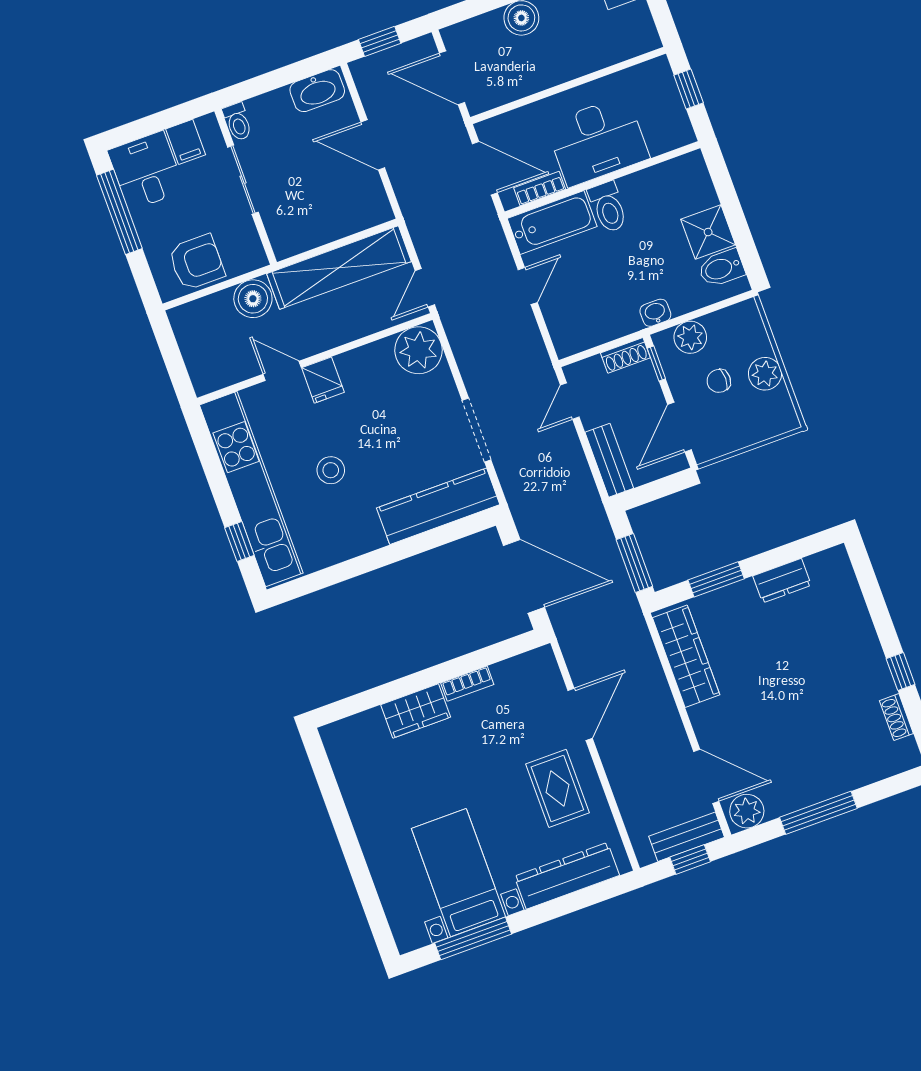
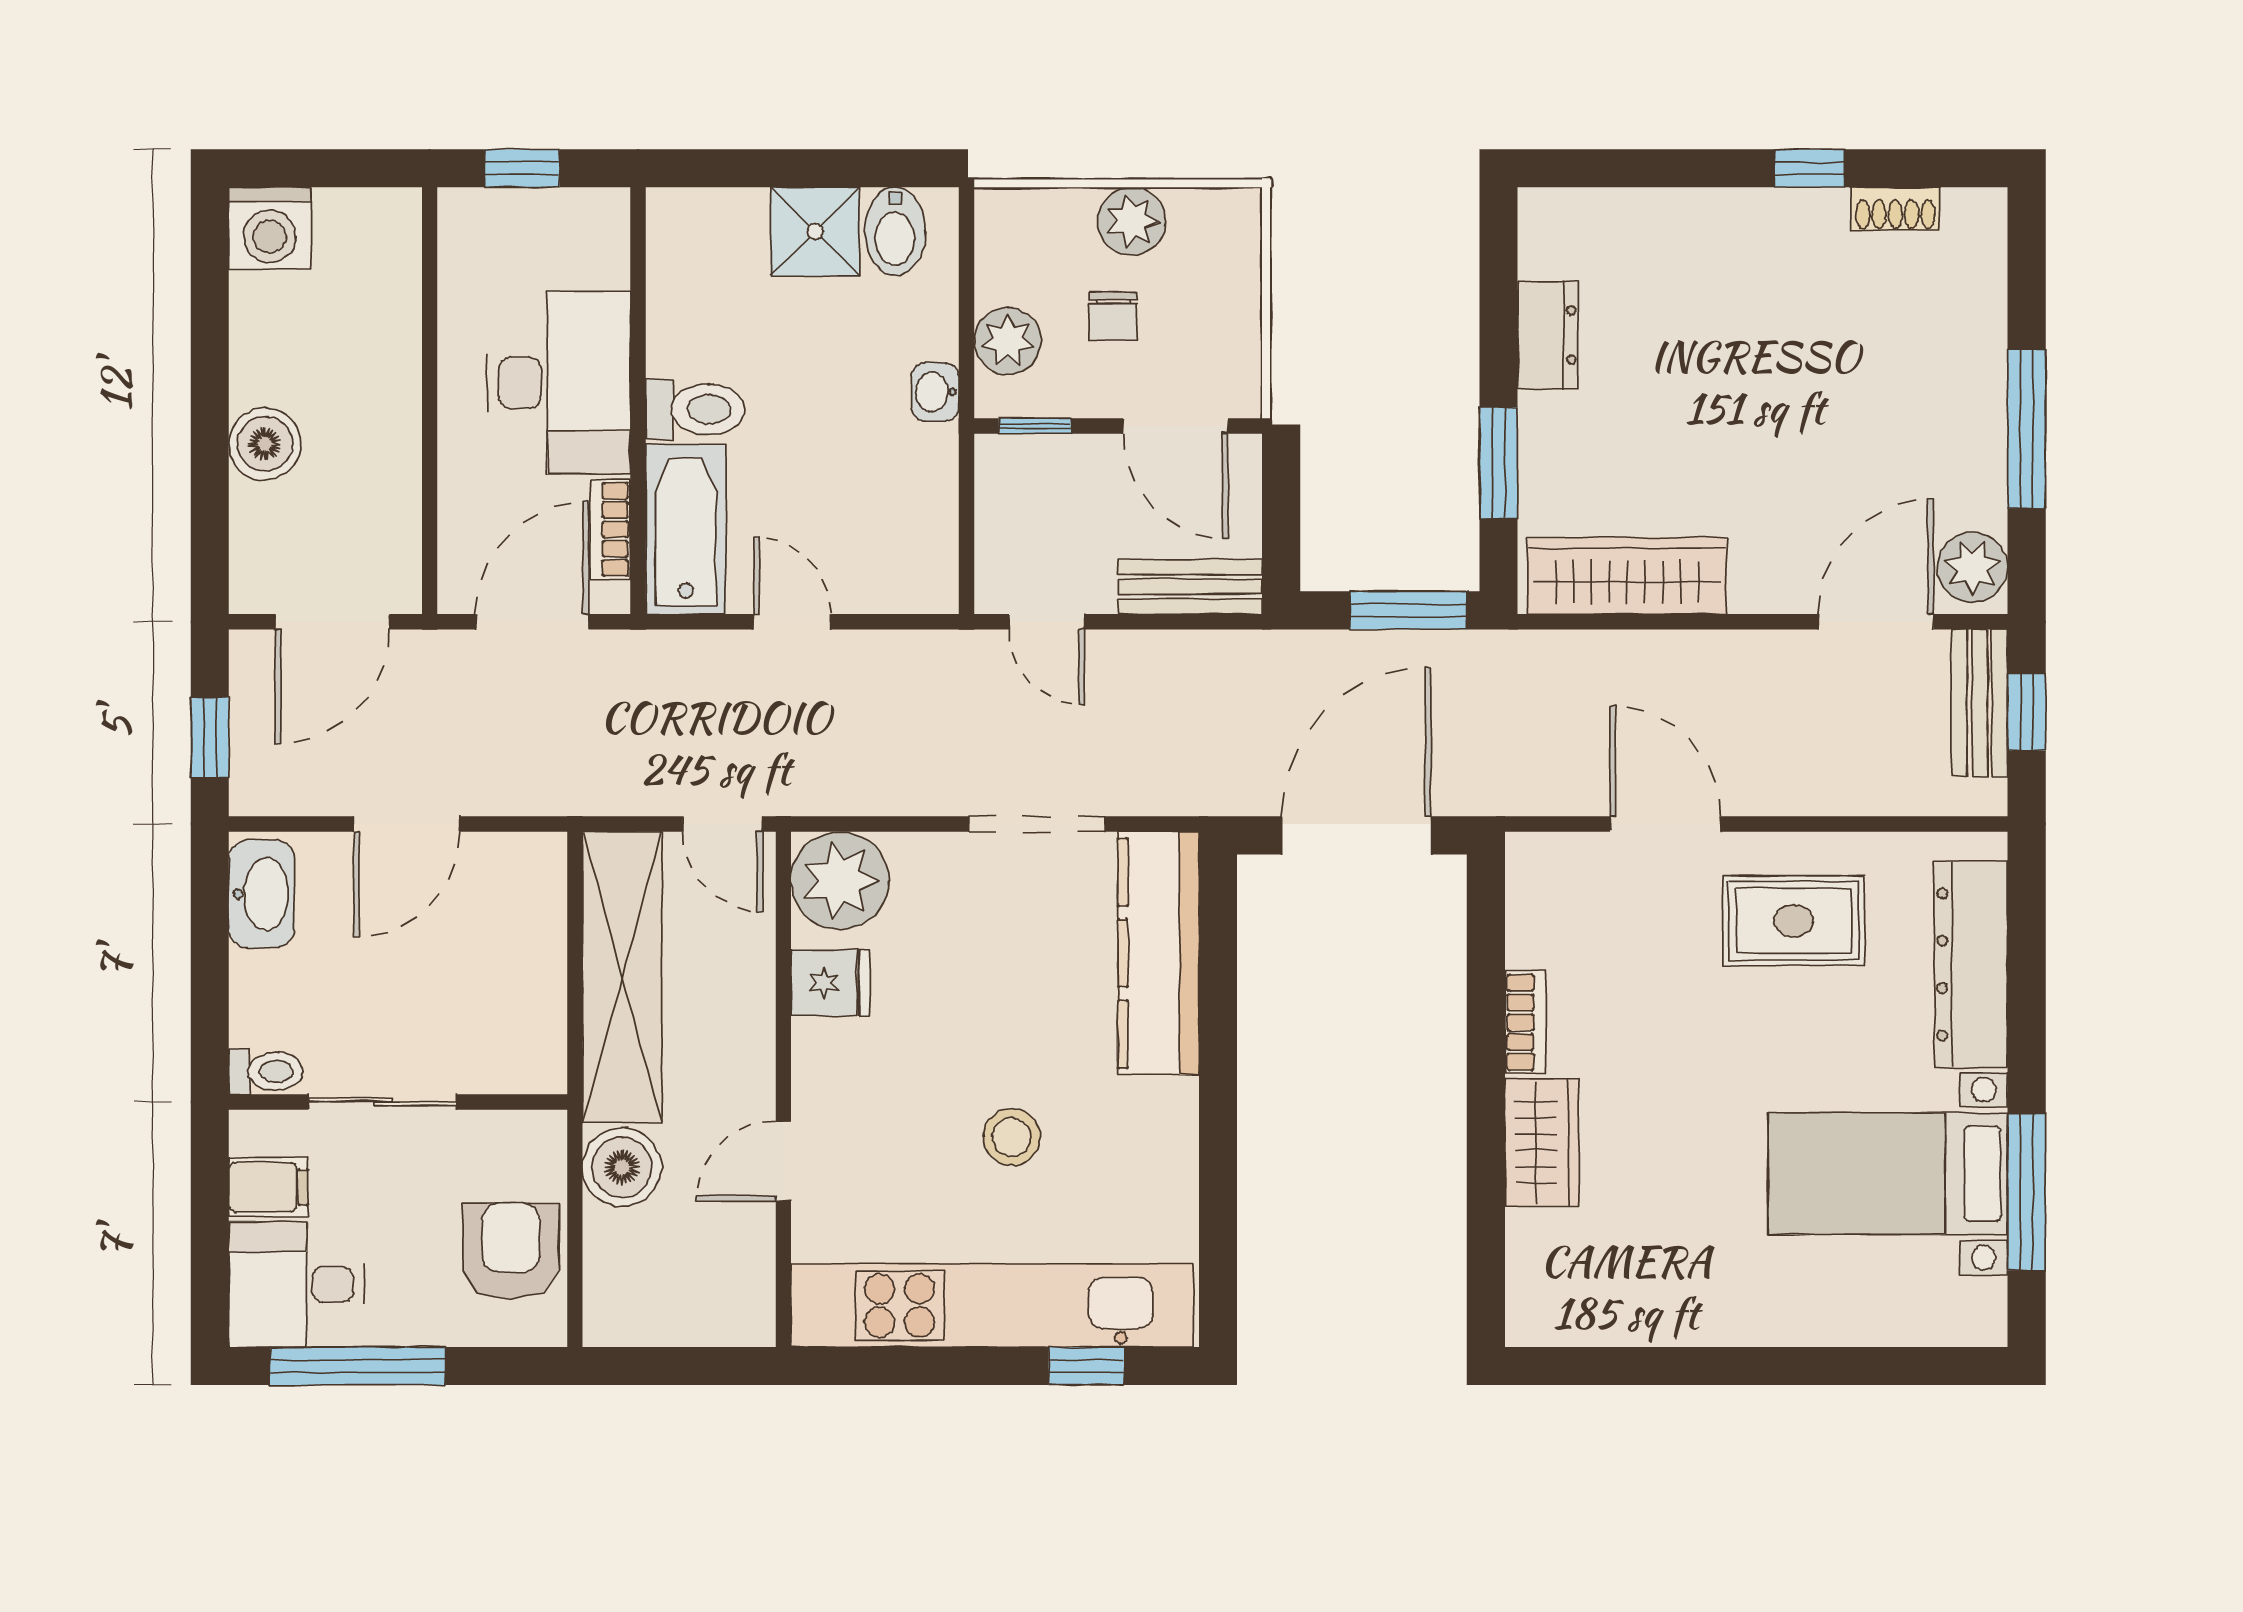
shoe rack: (625, 355) -> (997, 481), removed
fridge: (323, 380) -> (830, 983), moved

